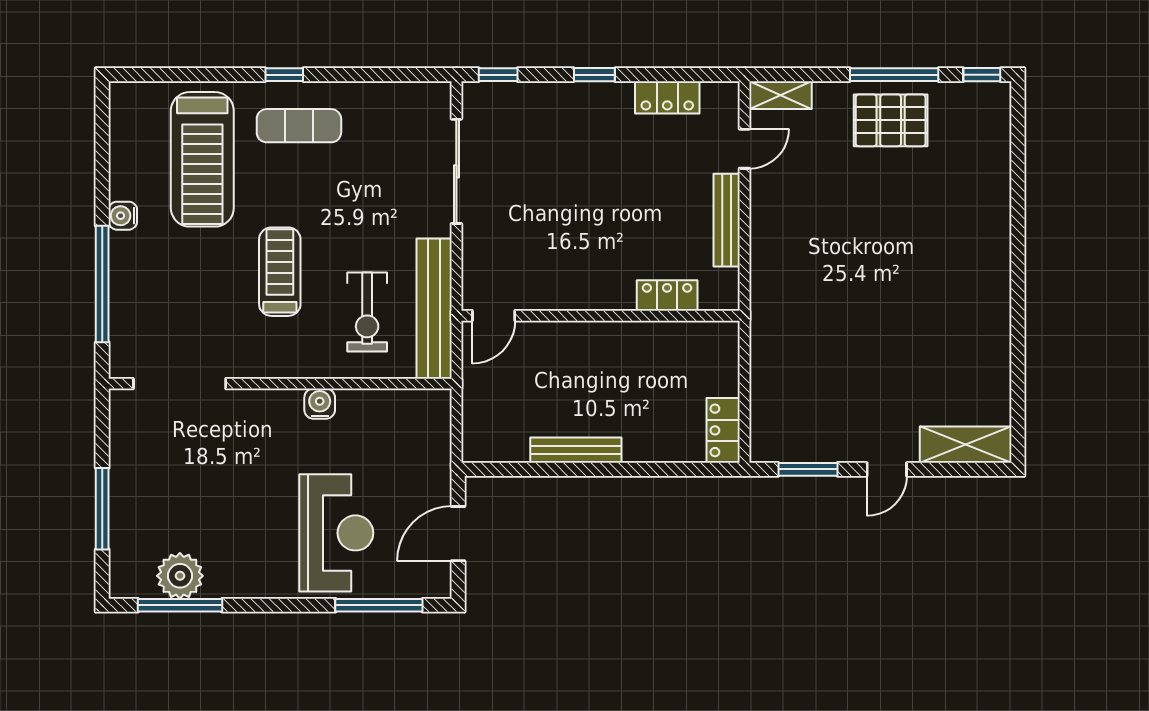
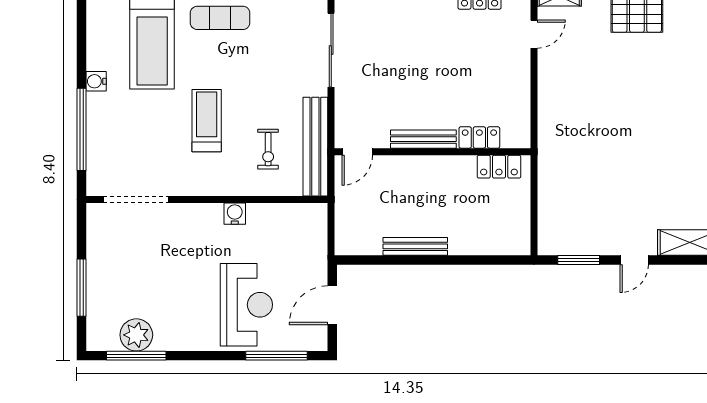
bench: (727, 220) -> (423, 139), moved, turned 90
exercise bike: (367, 312) -> (268, 149), width x0.73, depth x0.72
locker: (723, 430) -> (499, 167), moved, turned -90

